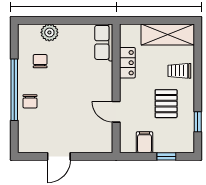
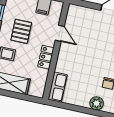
locker: (127, 63) -> (46, 57), moved

